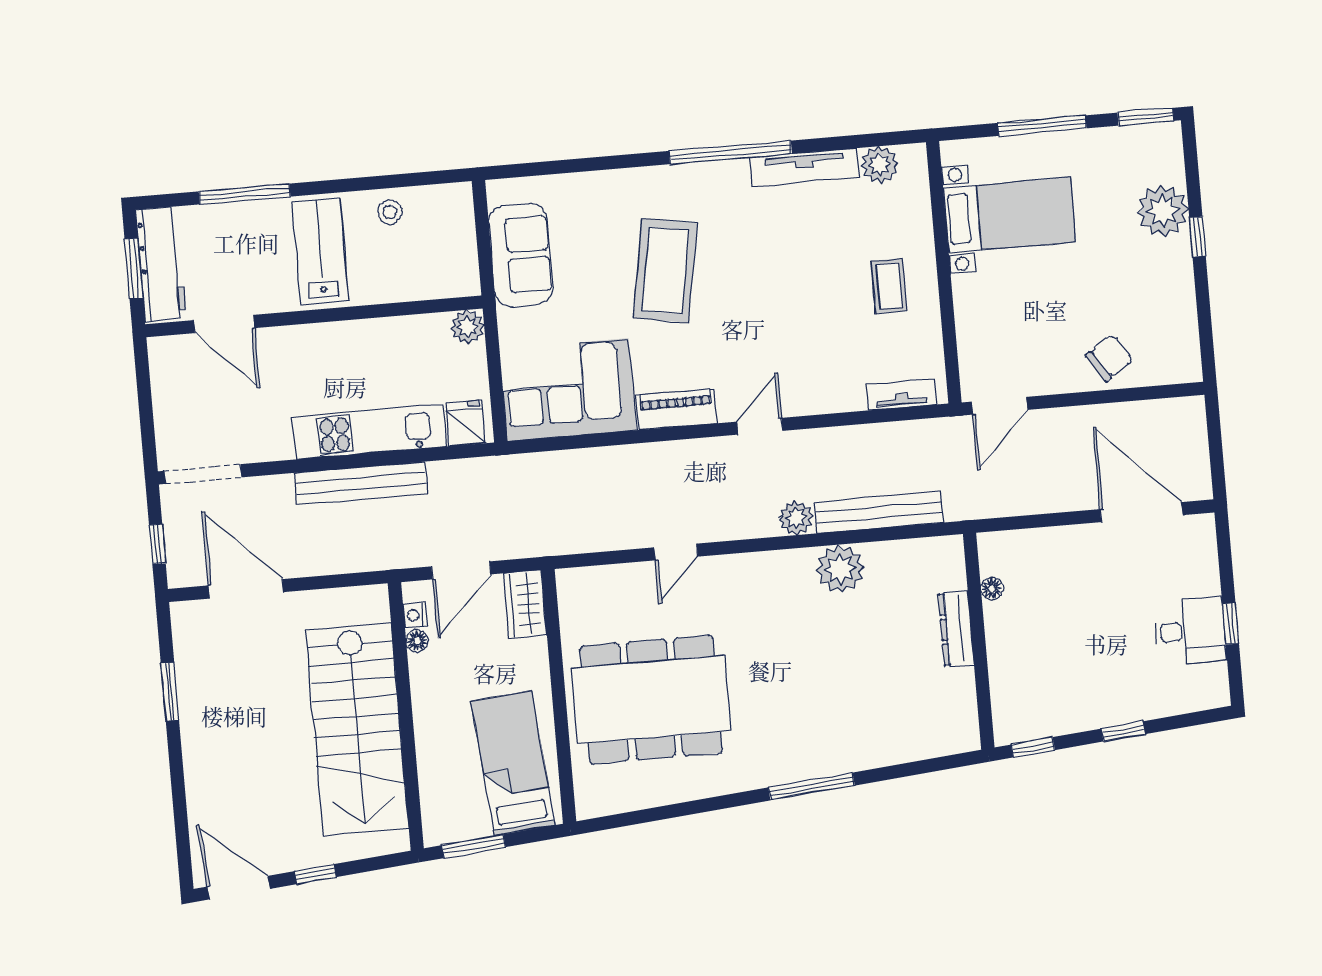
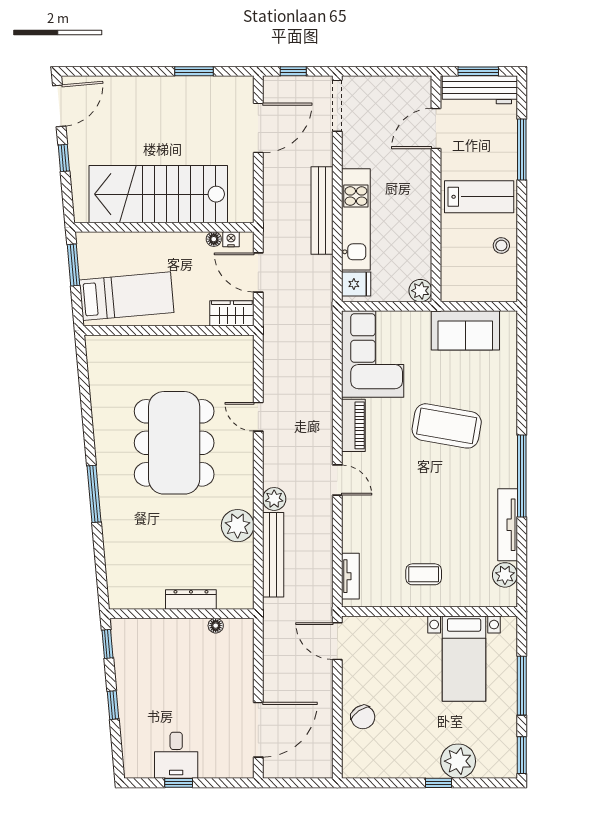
dining table: (651, 699) -> (174, 443), moved

